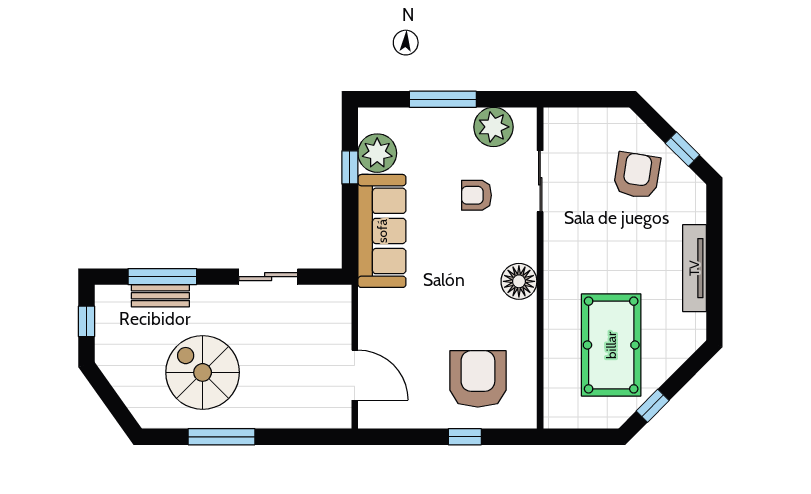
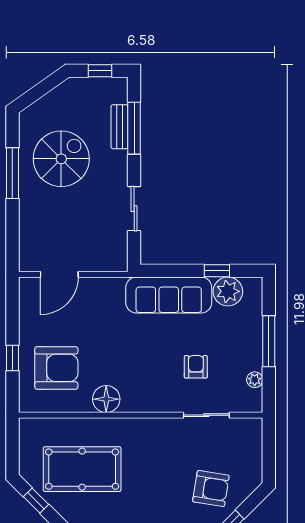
plant: (493, 127) -> (255, 380), width x0.53, depth x0.53
floor lamp: (519, 281) -> (106, 399), moved

